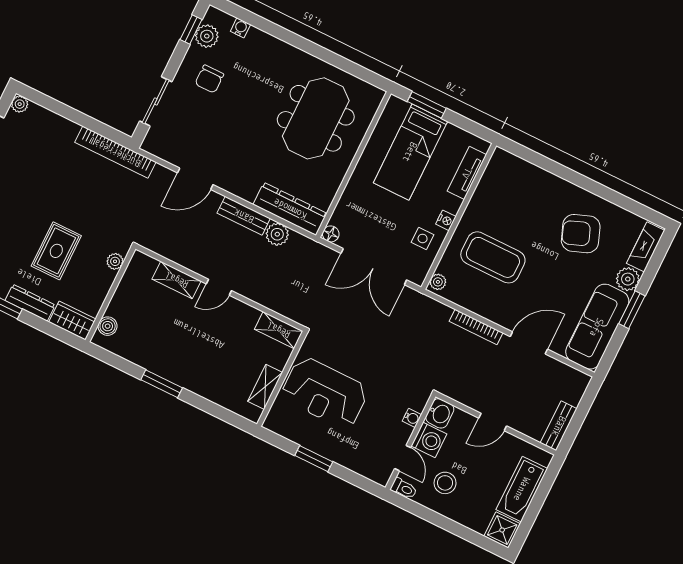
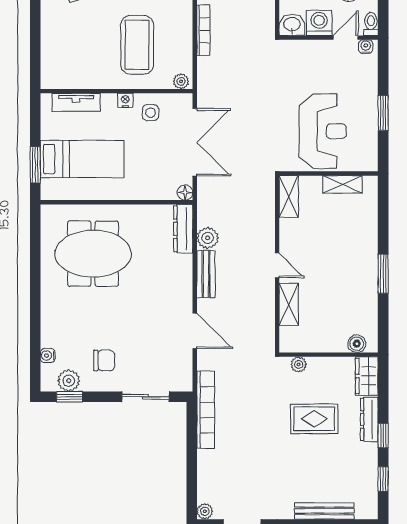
dresser: (290, 209) -> (183, 229), width x0.73, depth x0.80
water cooler: (412, 418) -> (366, 47), moved

